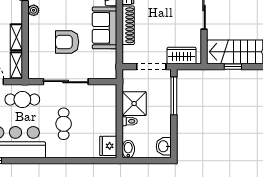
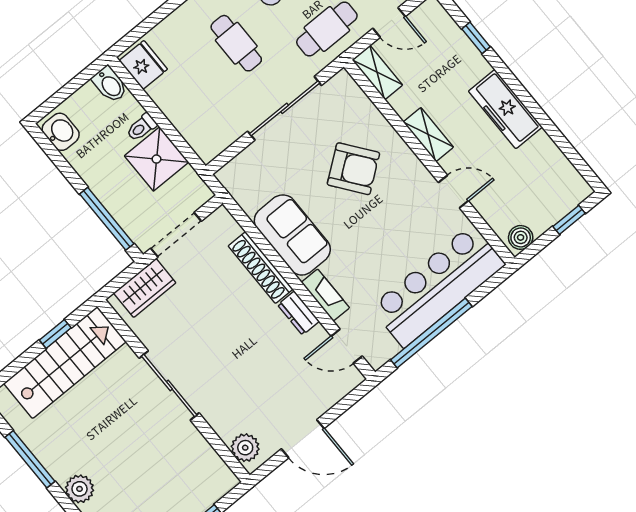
plant: (34, 10) -> (419, 175), removed
shelving: (16, 37) -> (428, 135), moved
armchair: (67, 42) -> (353, 169), moved, turned 53

